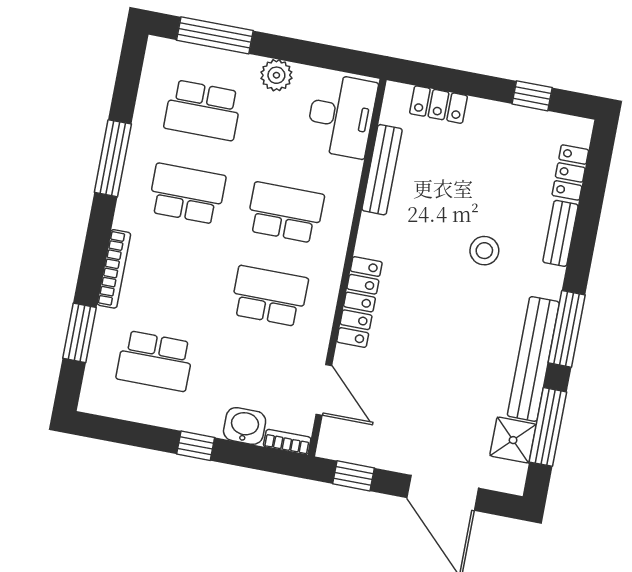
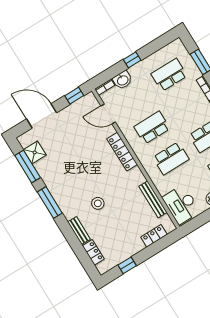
school desk: (269, 296) -> (152, 128), turned 180
bench: (533, 359) -> (52, 184), removed

